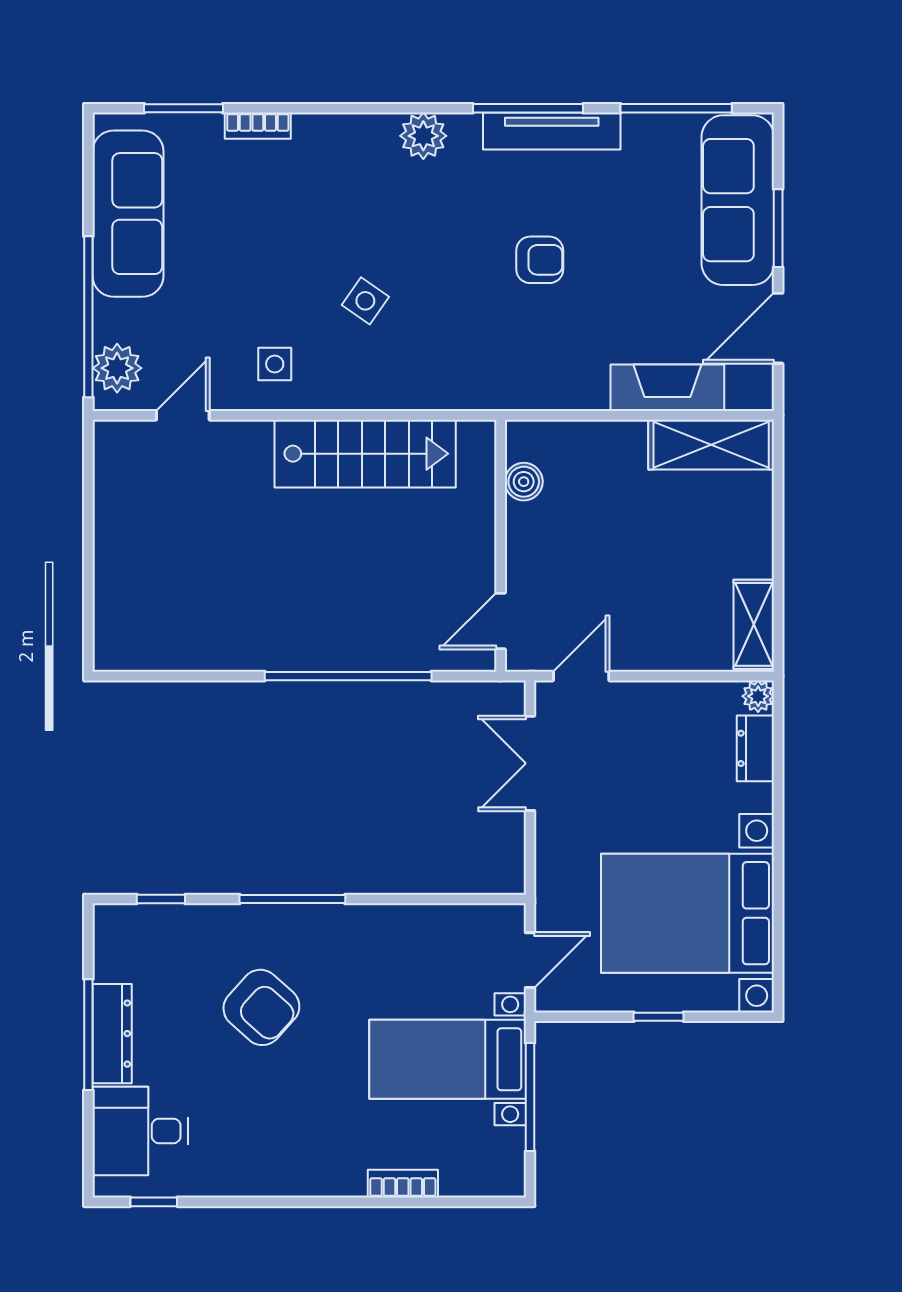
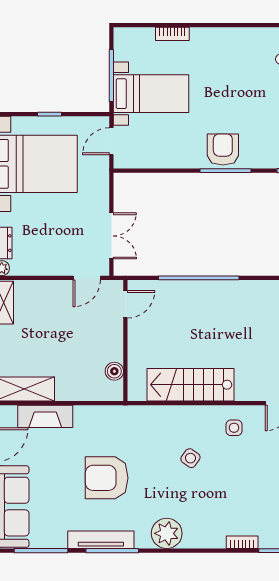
plant: (423, 136) -> (167, 533), width x1.36, depth x1.36
armchair: (540, 260) -> (107, 478), width x1.88, depth x1.88
armchair: (261, 1007) -> (223, 149), moved, turned 48

